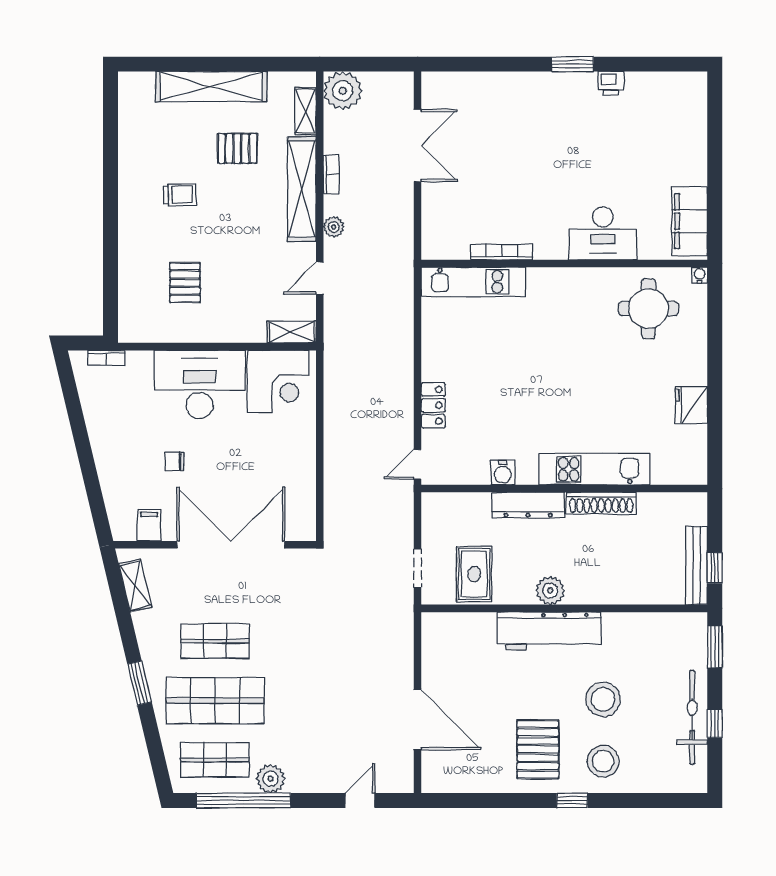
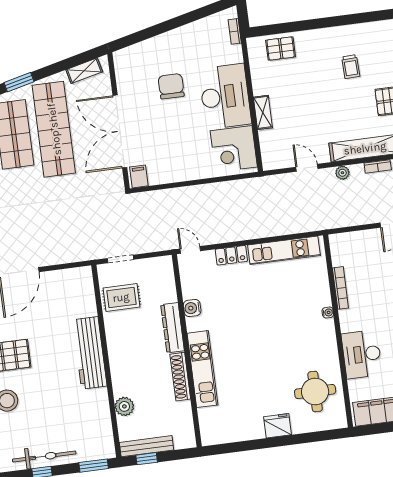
water cooler: (700, 275) -> (328, 313), moved
kitchen unit: (473, 282) -> (284, 250), moved, turned -90
pallet: (185, 283) -> (281, 48), moved
shelving: (292, 332) -> (263, 112), moved
fridge: (691, 405) -> (278, 426), moved
chair: (174, 461) -> (171, 86), width x1.87, depth x1.87
filing cabinet: (149, 525) -> (139, 176), moved, turned -90
double door: (231, 545) -> (120, 131), swing flipped
plant: (550, 591) -> (124, 406), moved
shop shelf: (215, 641) -> (54, 129), width x2.00, depth x1.36
stool: (603, 699) -> (49, 395), removed

